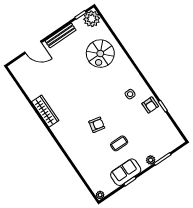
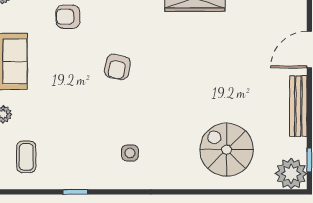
armchair: (150, 105) -> (68, 17), moved
coffee table: (119, 143) -> (26, 157), moved

